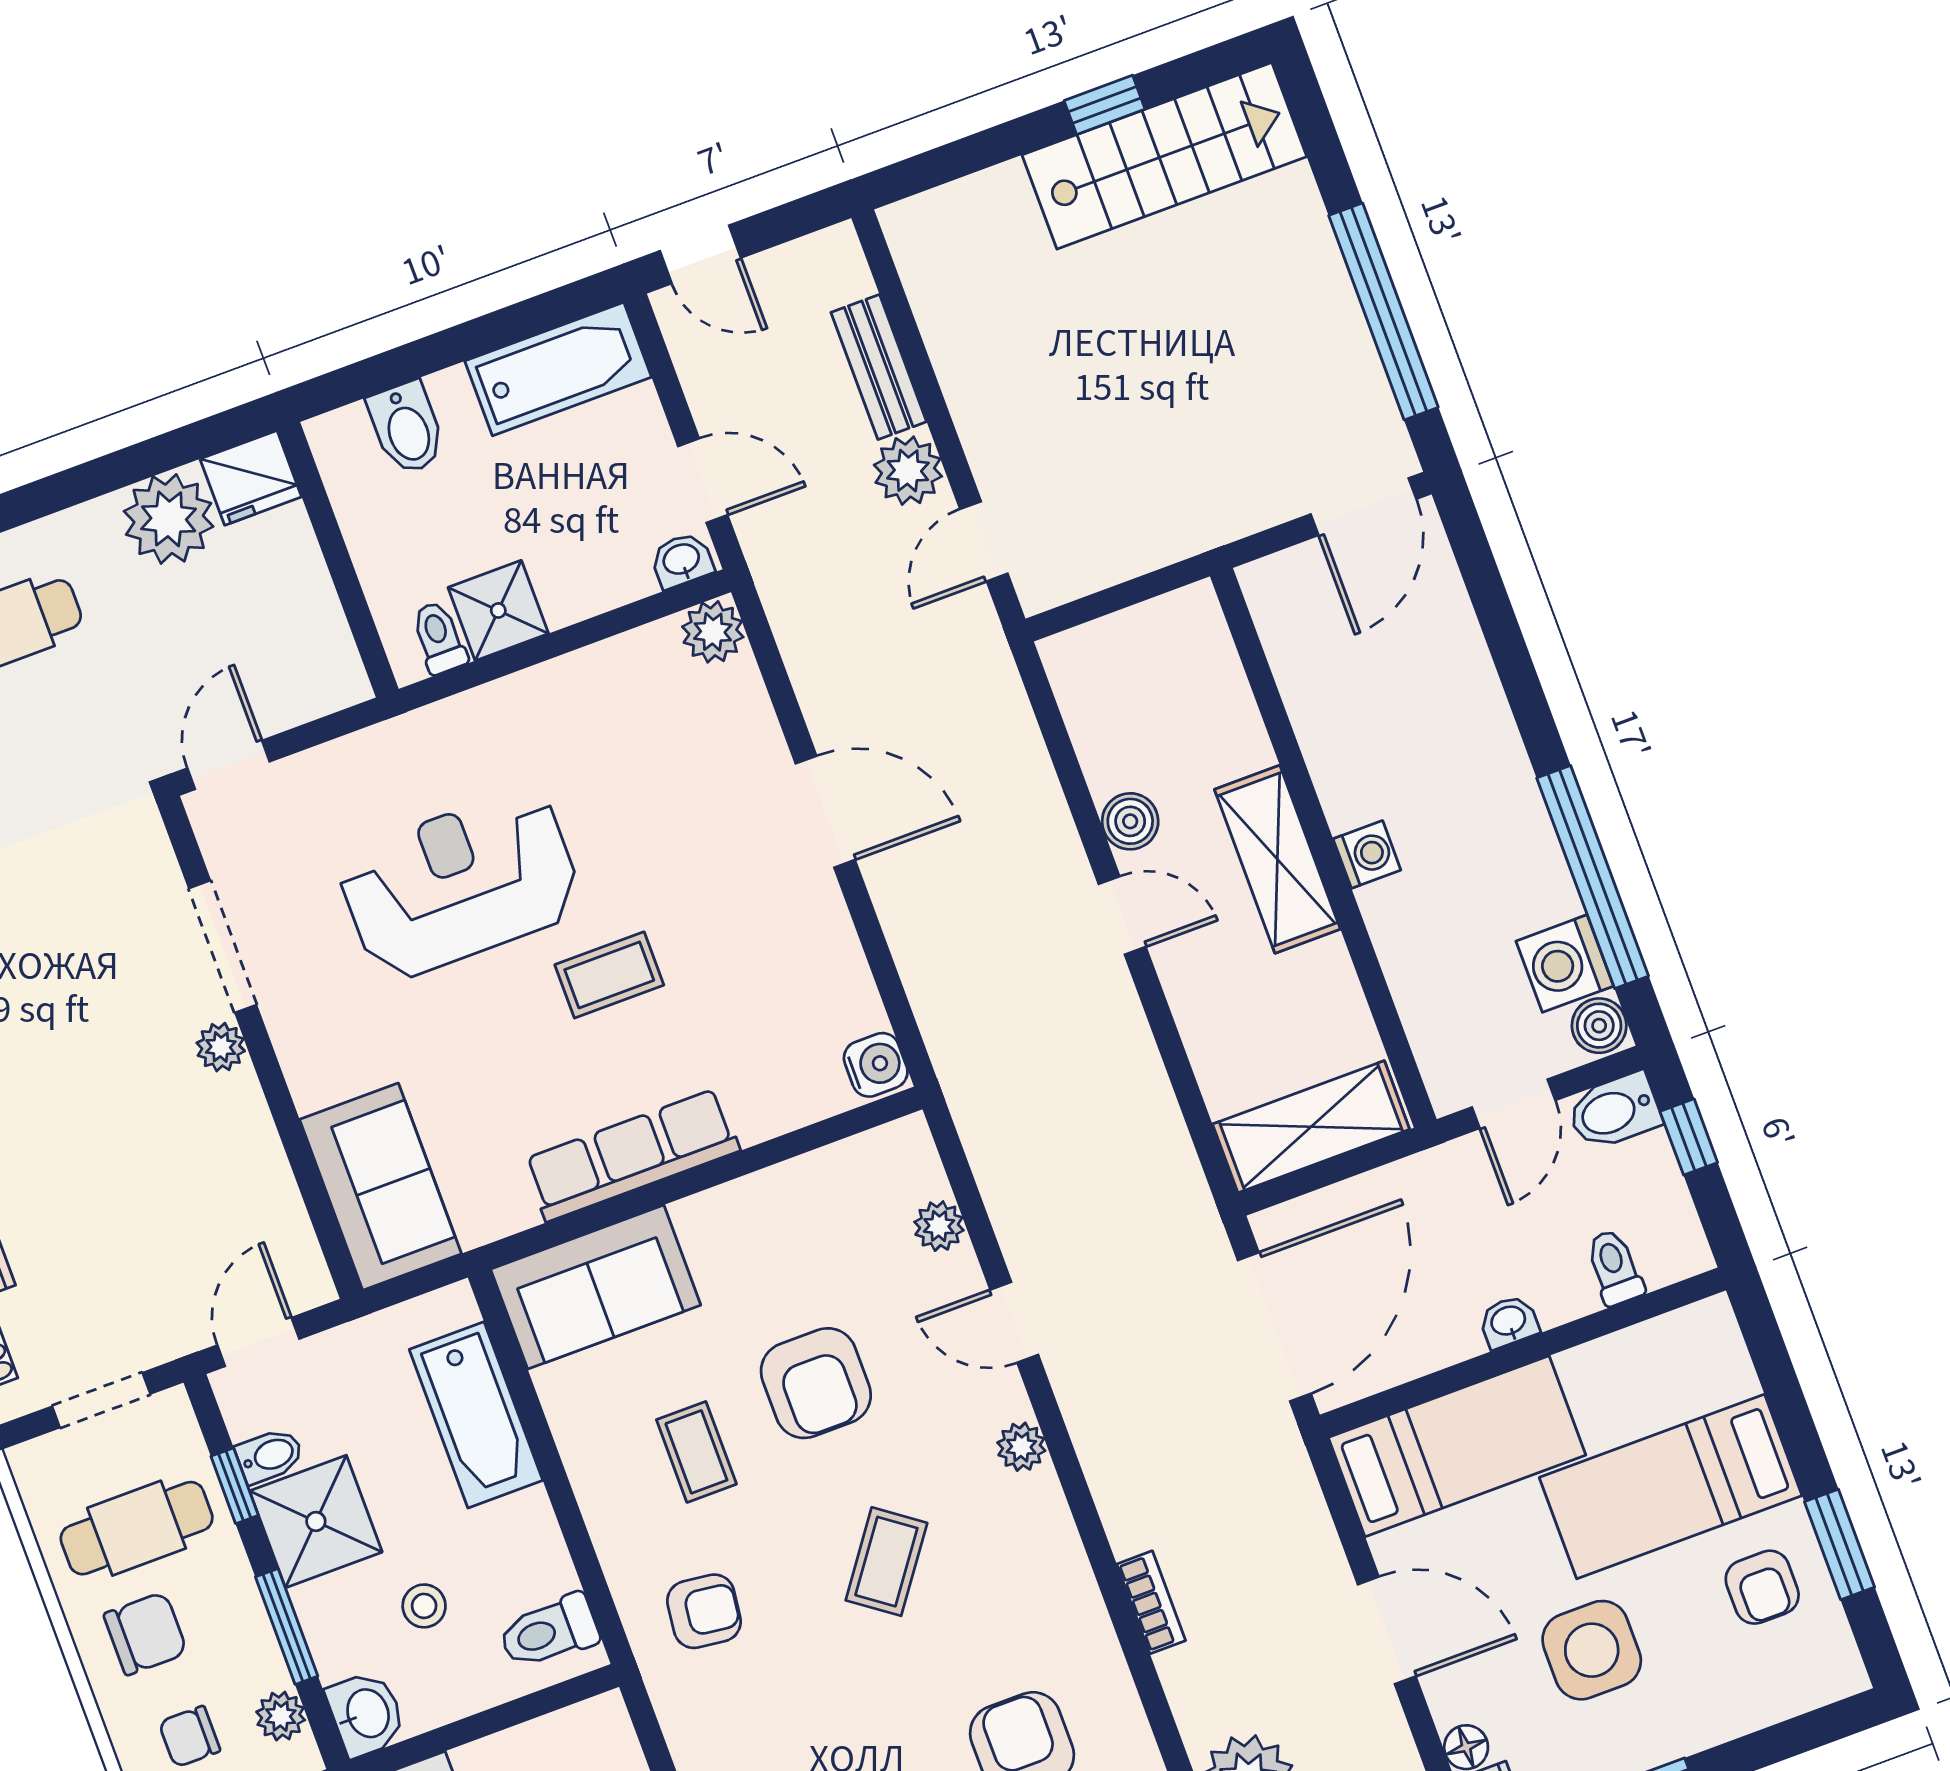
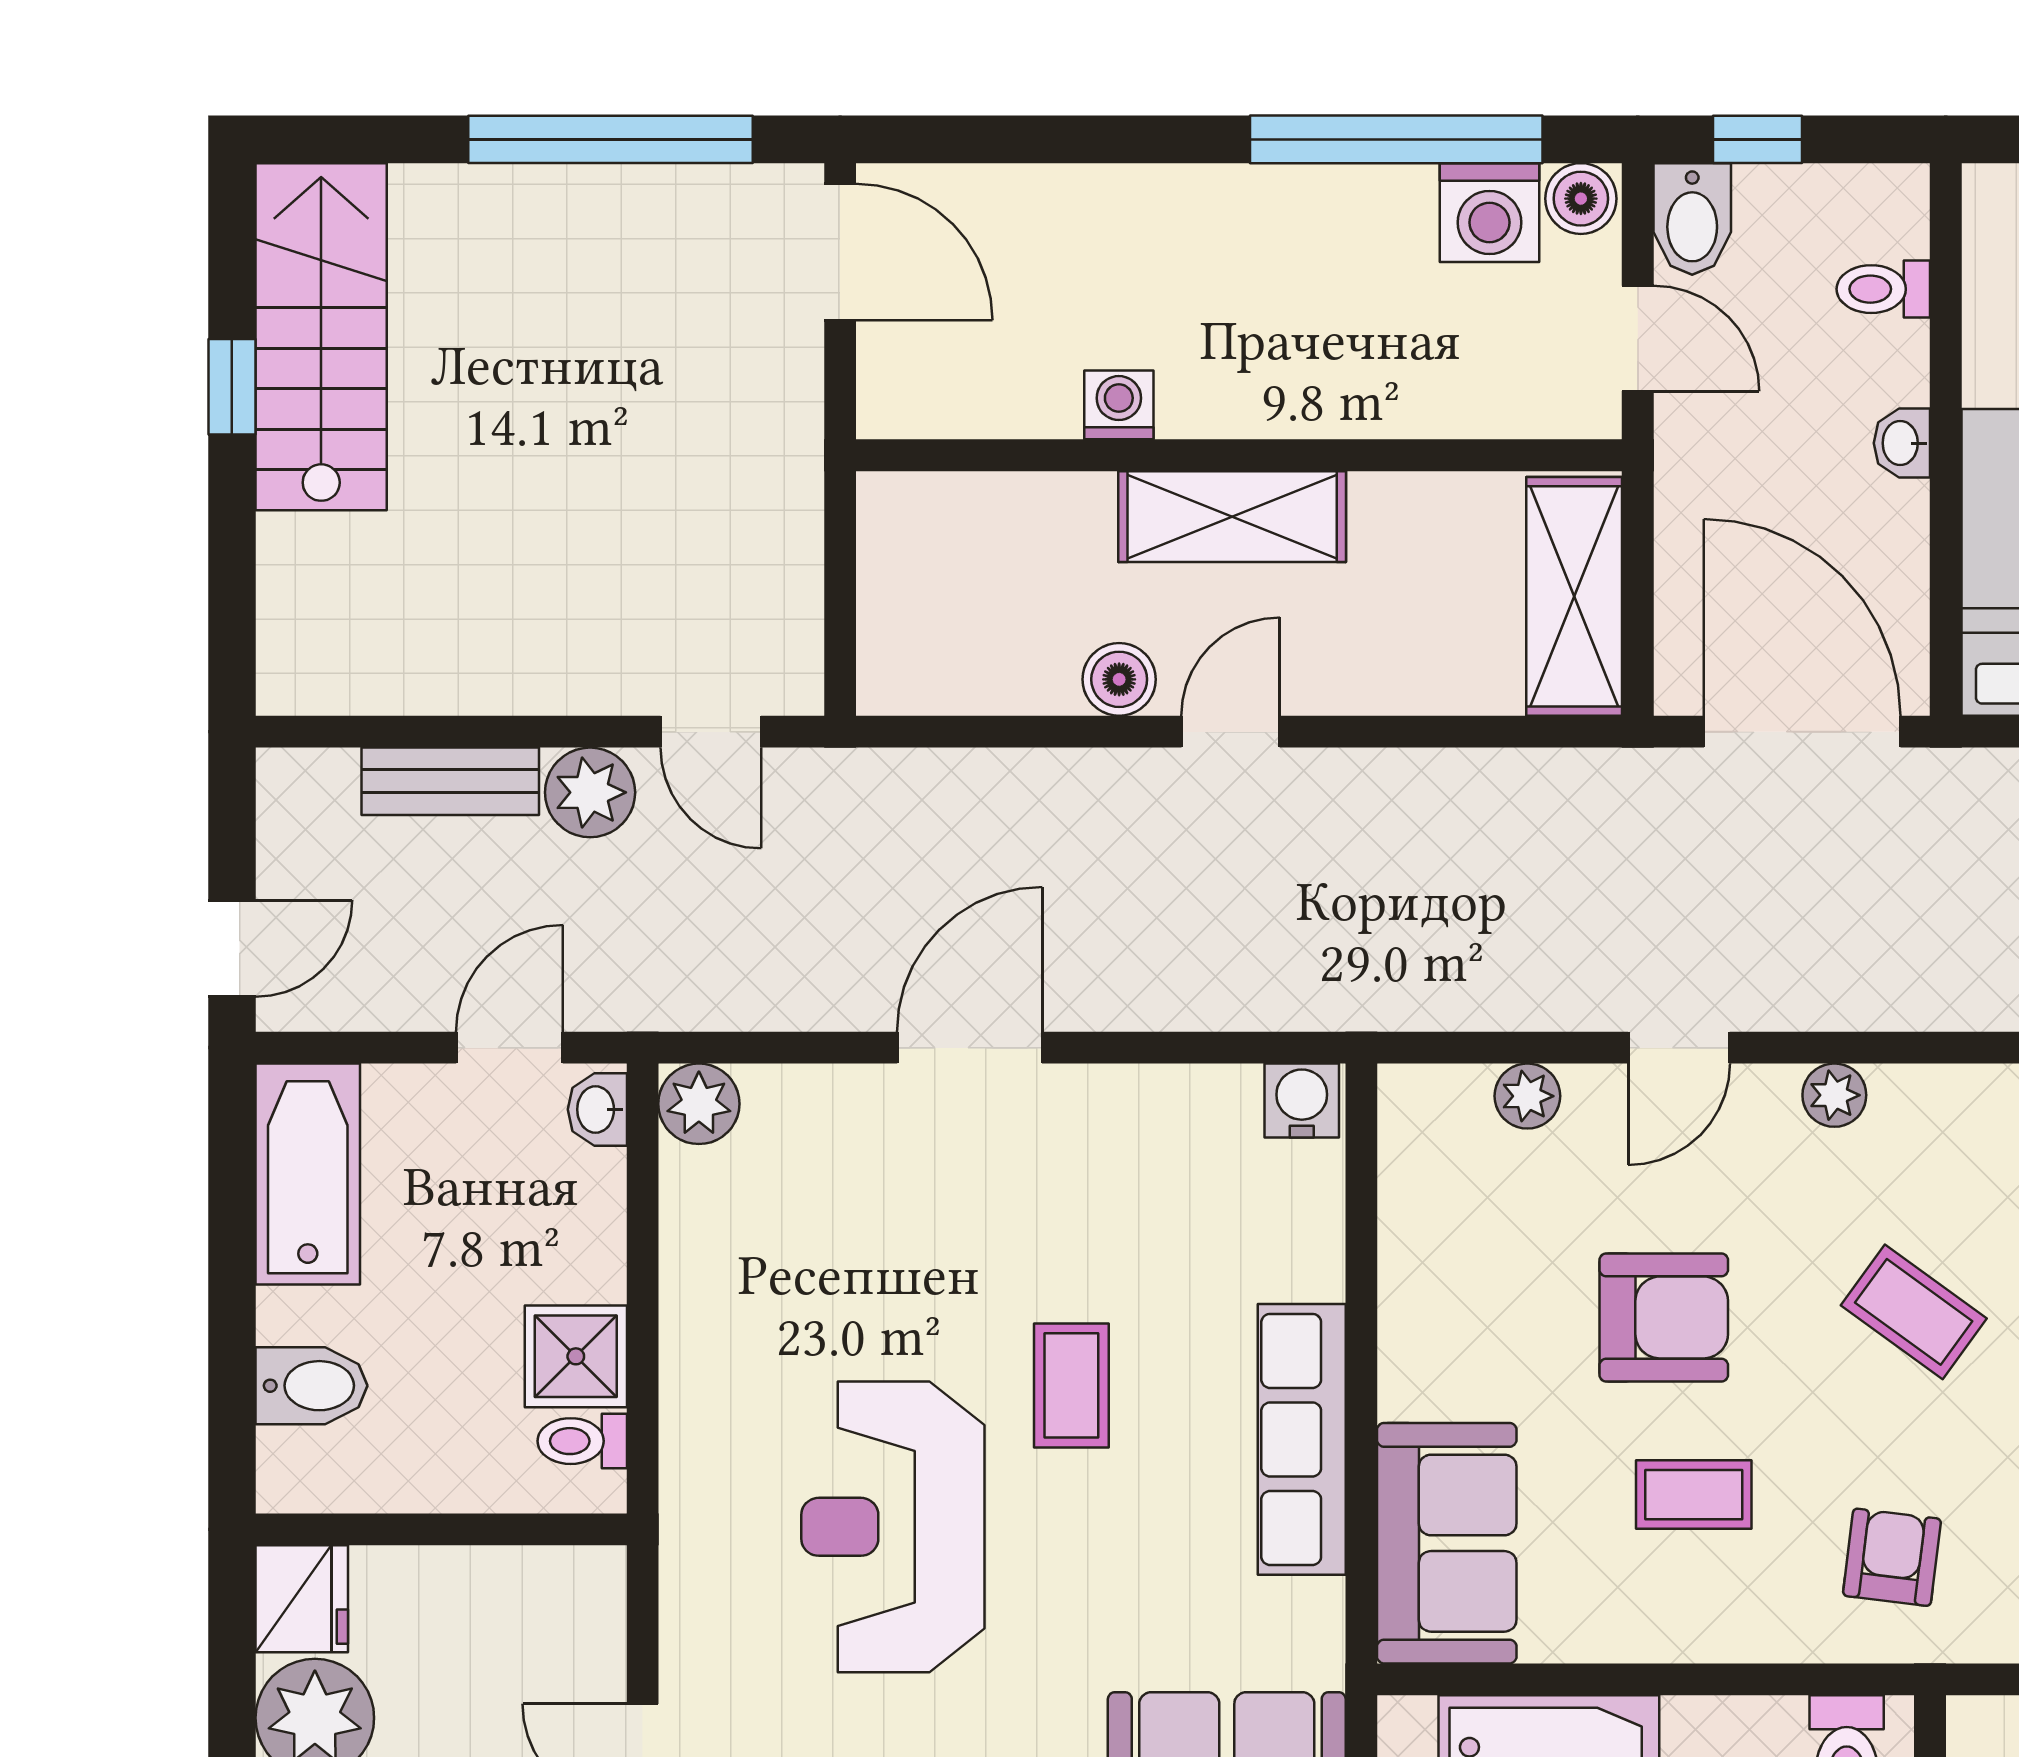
washing machine: (1367, 854) -> (1119, 405), moved

